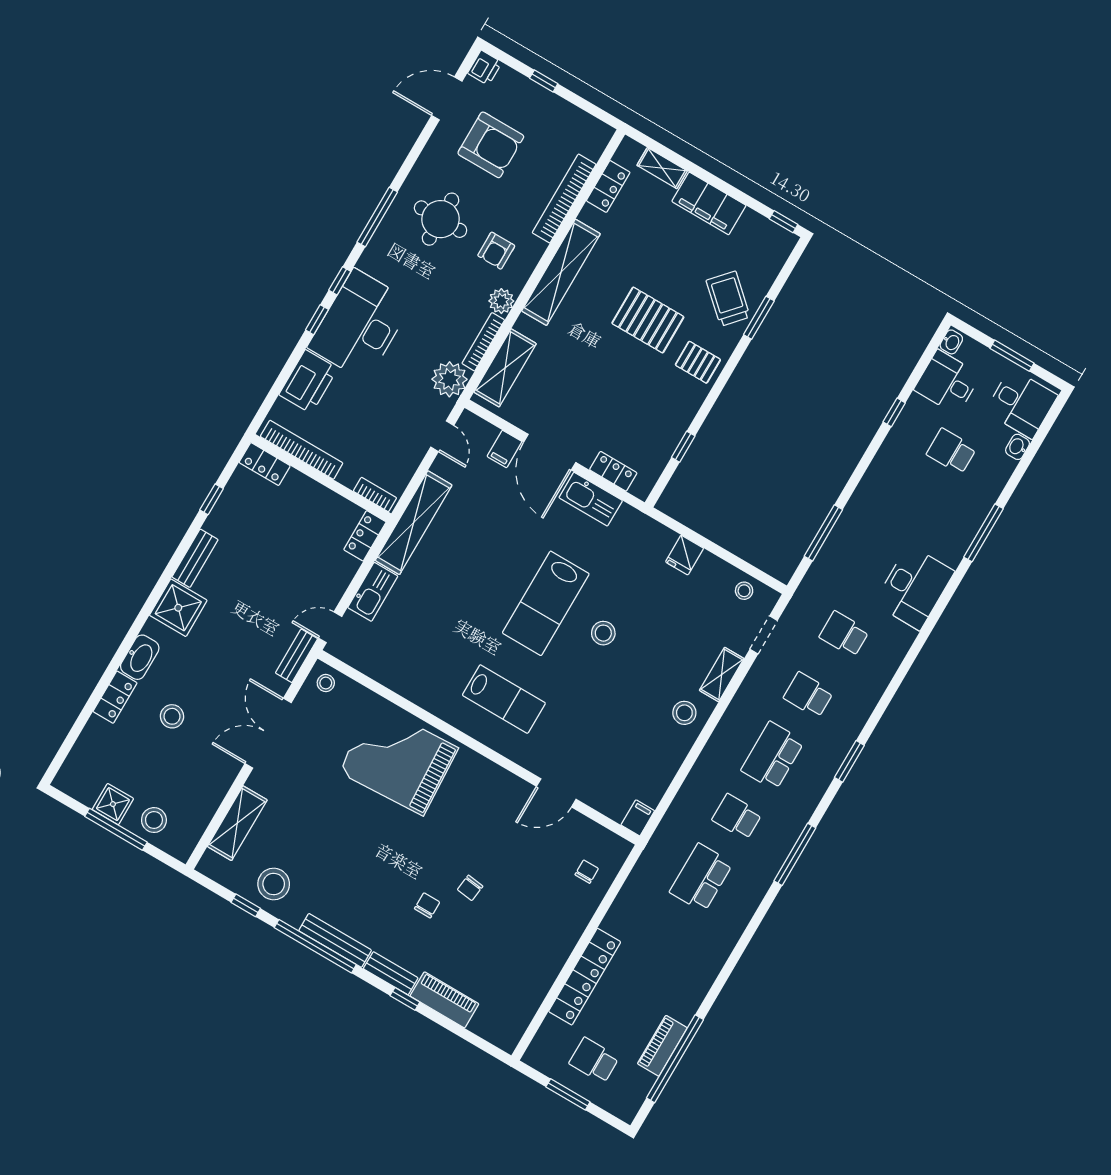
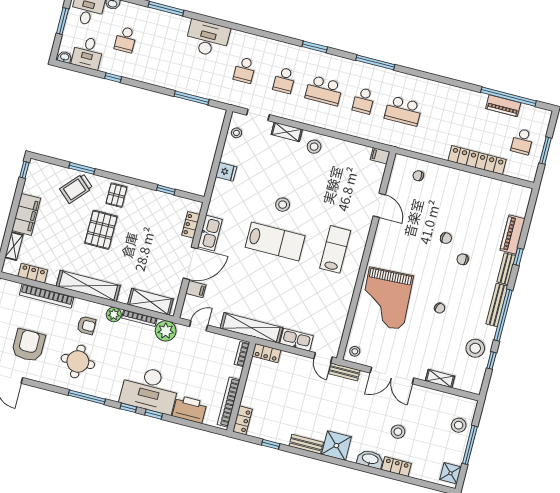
shower: (113, 804) -> (450, 473), moved
shelving: (237, 823) -> (440, 379), width x0.67, depth x0.75
chair: (357, 844) -> (440, 308), added

